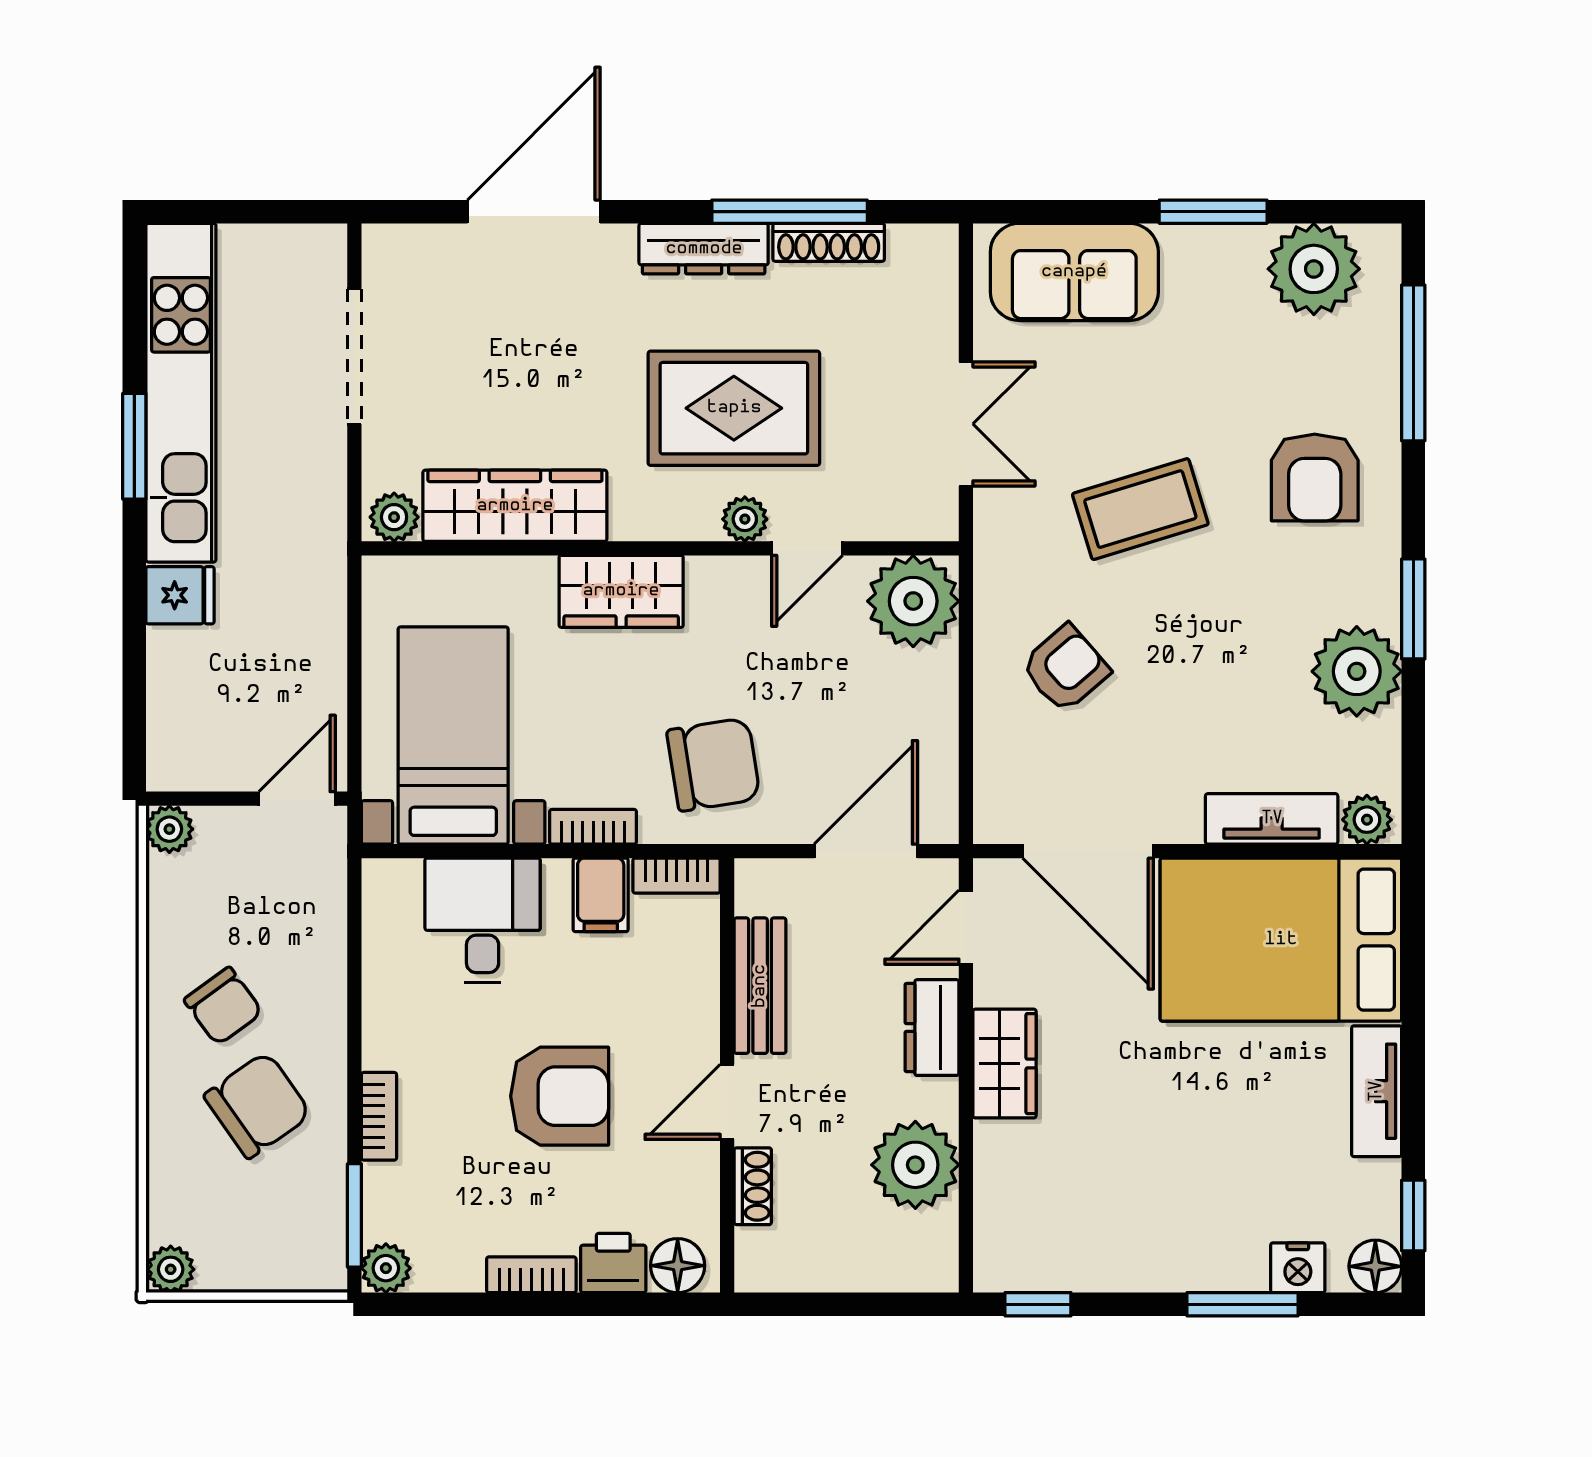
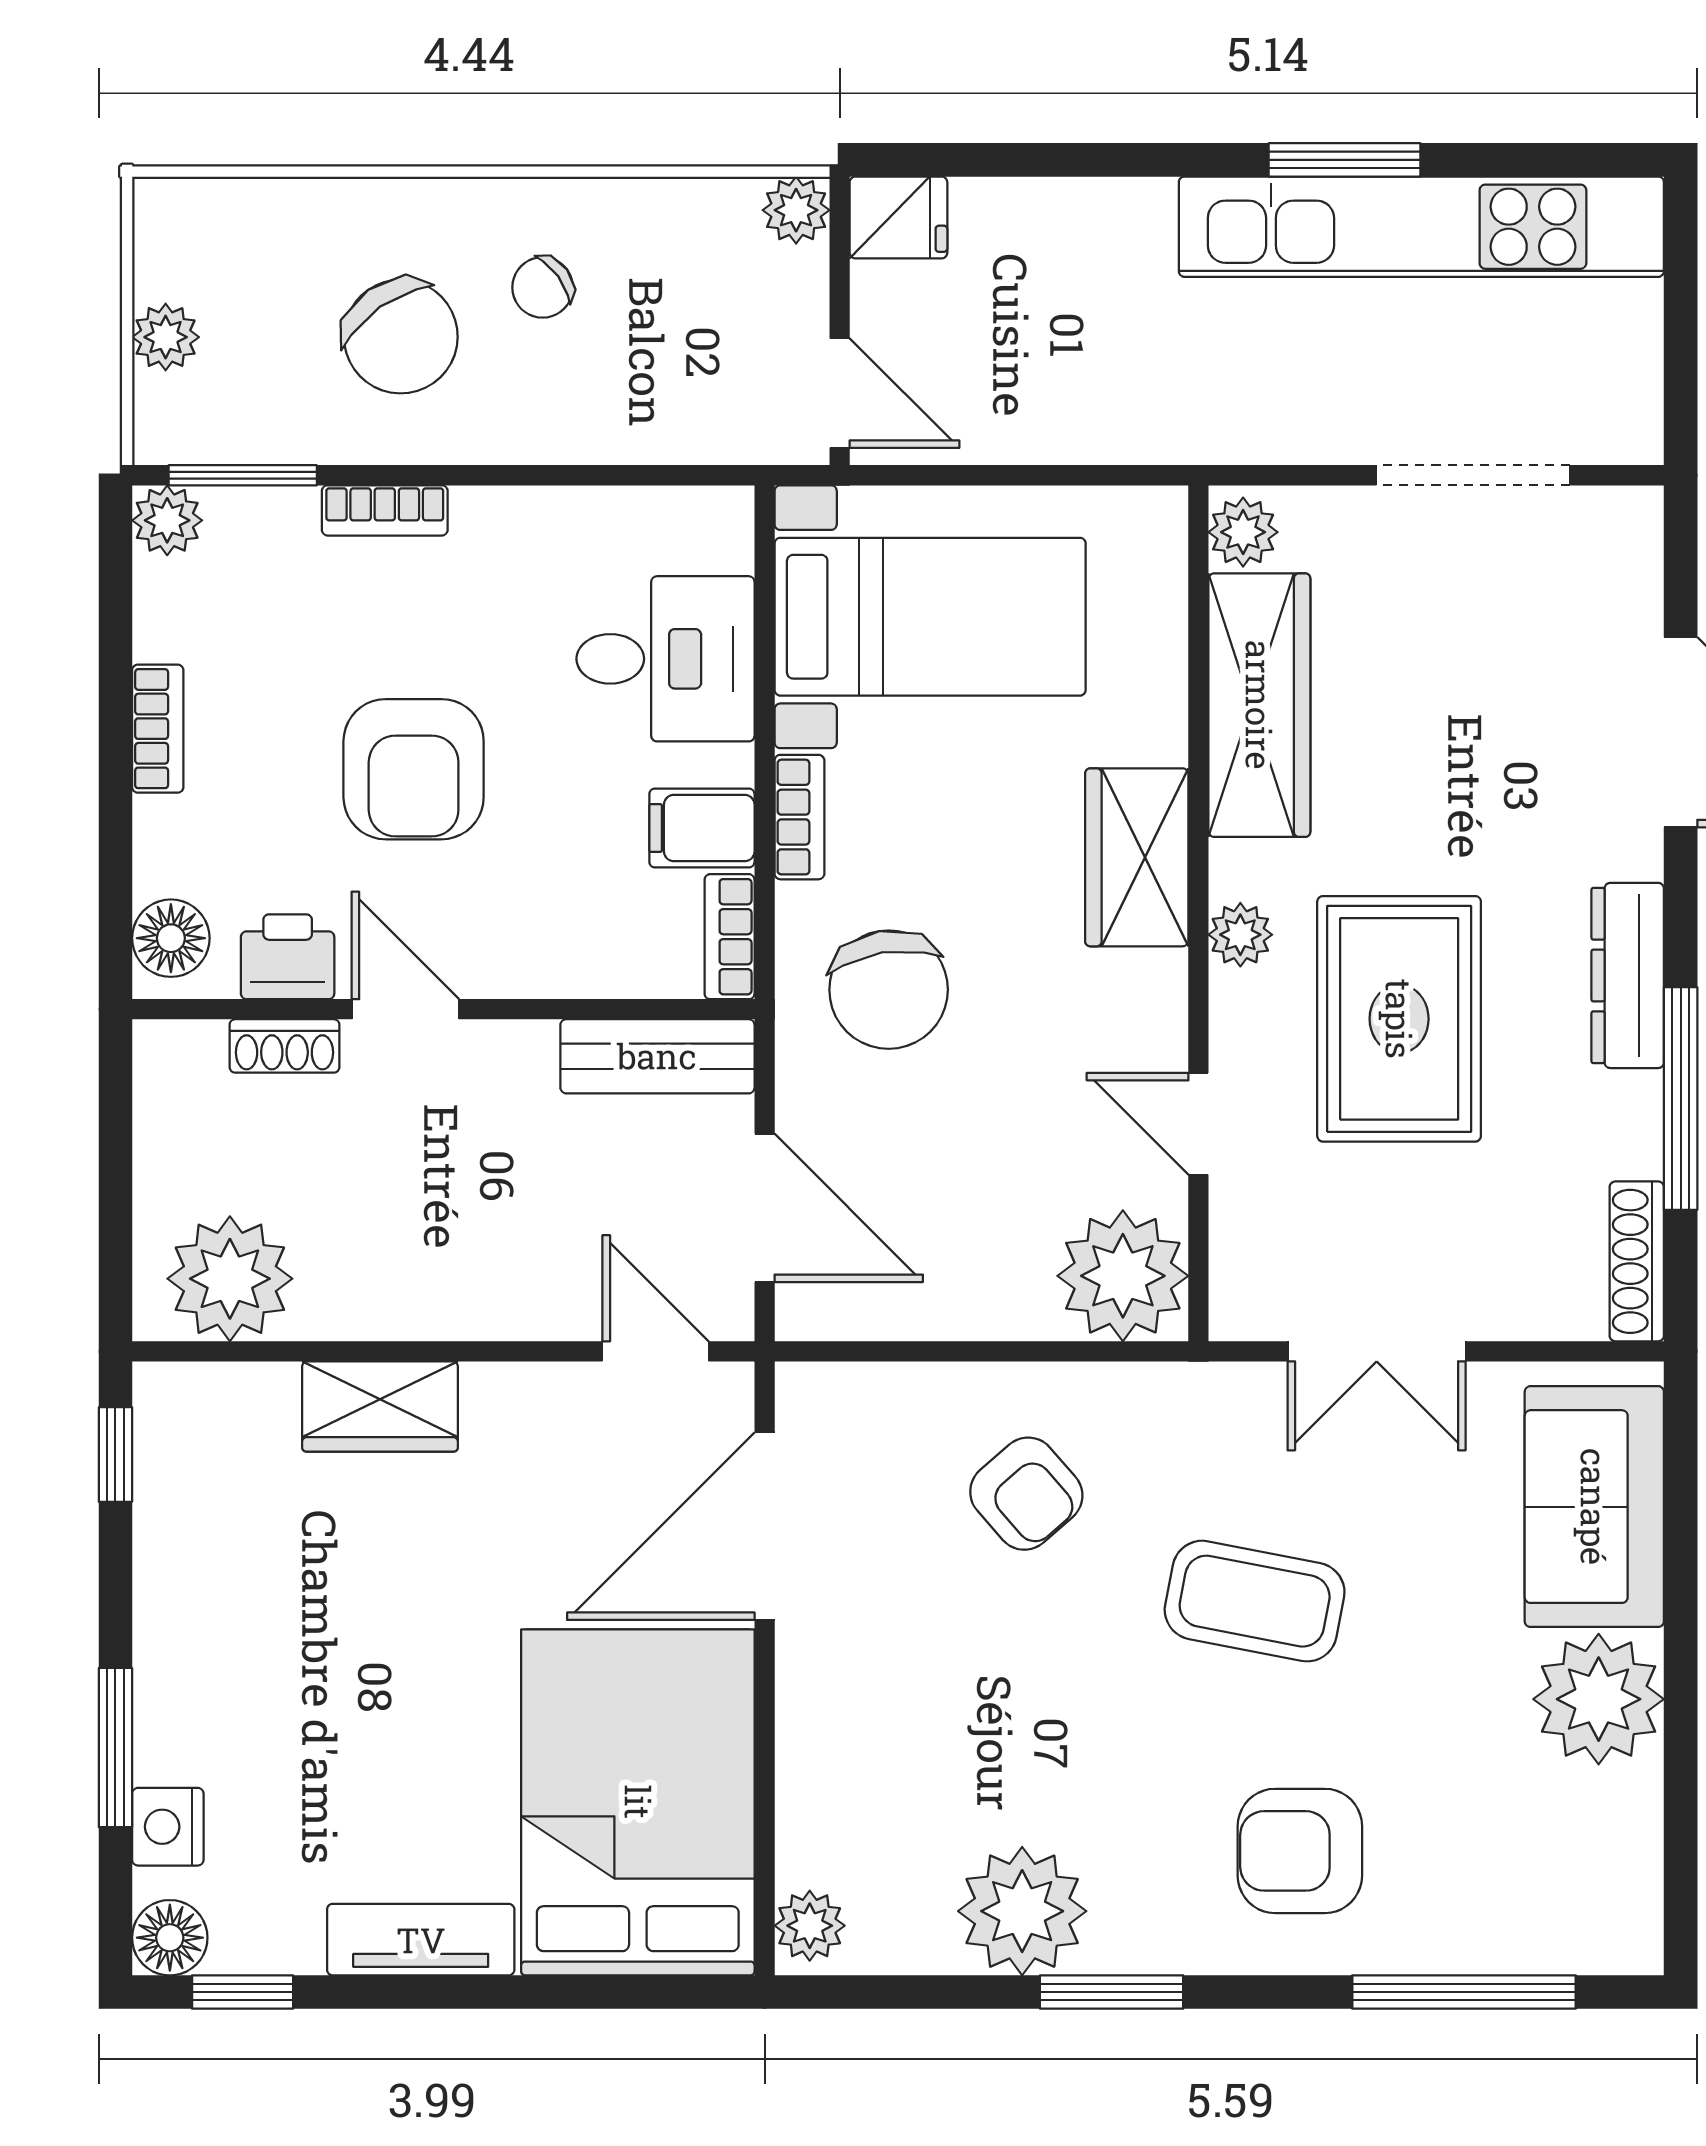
window: (1213, 212) -> (1681, 1705), removed
shoe rack: (829, 242) -> (1637, 1261), moved
plant: (1314, 269) -> (1599, 1699), moved
coffee table: (1140, 509) -> (1255, 1601), turned -62
plant: (745, 519) -> (1240, 935), moved
fridge: (180, 595) -> (898, 218), moved, turned -90
tv unit: (1272, 819) -> (811, 1789), removed
bench: (760, 986) -> (657, 1056), moved
chair: (223, 1006) -> (543, 287), width x0.73, depth x0.73
dresser: (932, 1028) -> (512, 1303), removed
wardrobe: (1004, 1064) -> (380, 1407), moved
plant: (915, 1165) -> (230, 1279), moved
printer: (613, 1263) -> (288, 957), moved, turned -90
plant: (171, 1269) -> (166, 337), moved

